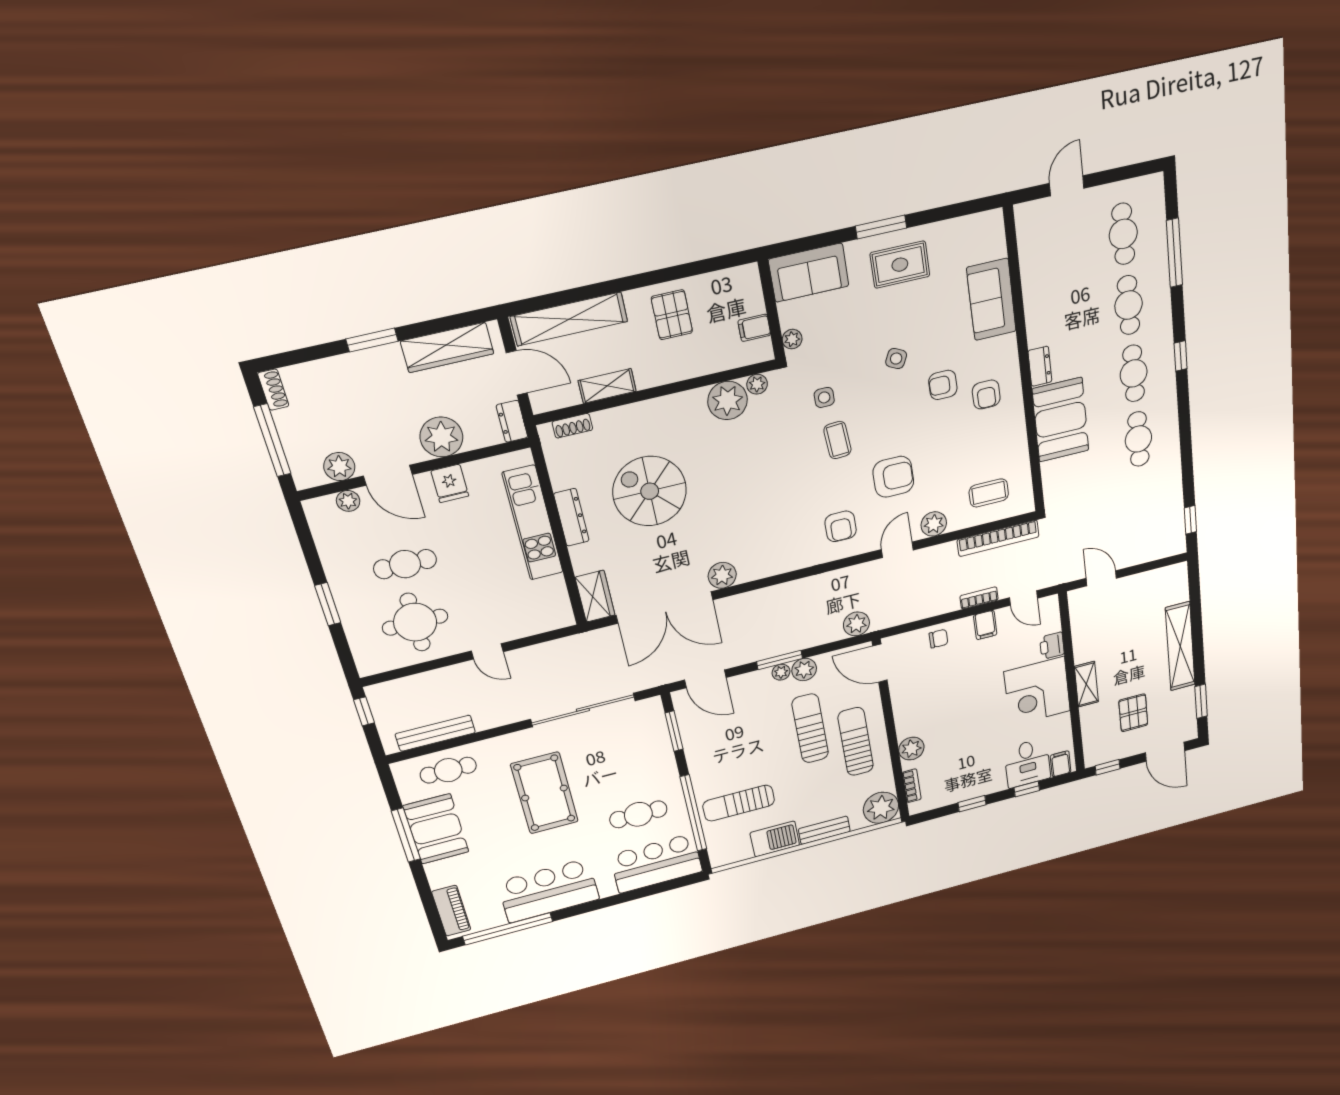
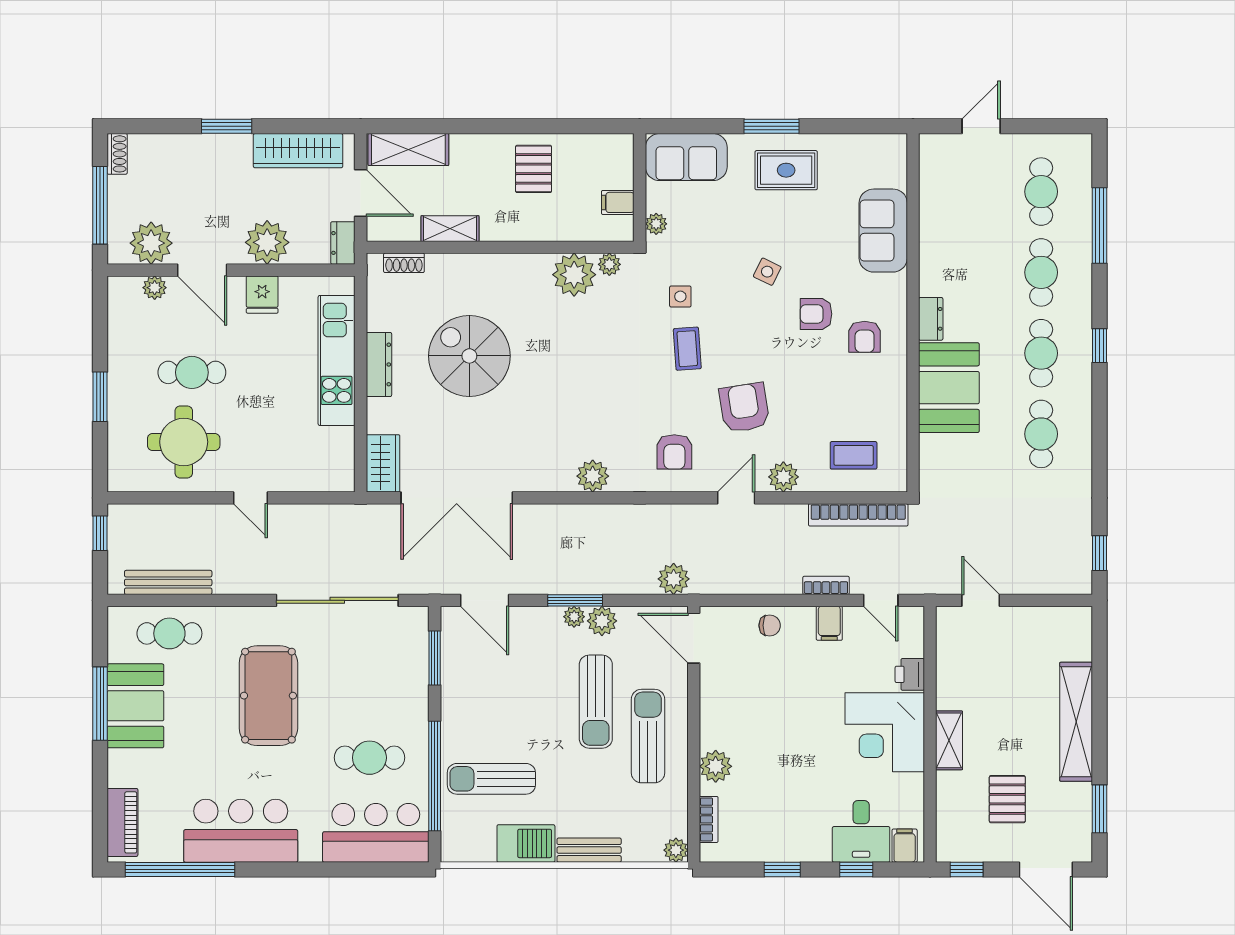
shelving: (569, 319) -> (408, 149), width x0.68
plant: (339, 467) -> (151, 243), width x1.36, depth x1.36
armchair: (893, 477) -> (744, 408), turned -99
plant: (722, 575) -> (593, 476), moved
sun lounger: (810, 728) -> (596, 702), turned 180
plant: (881, 808) -> (676, 850), width x0.53, depth x0.53

